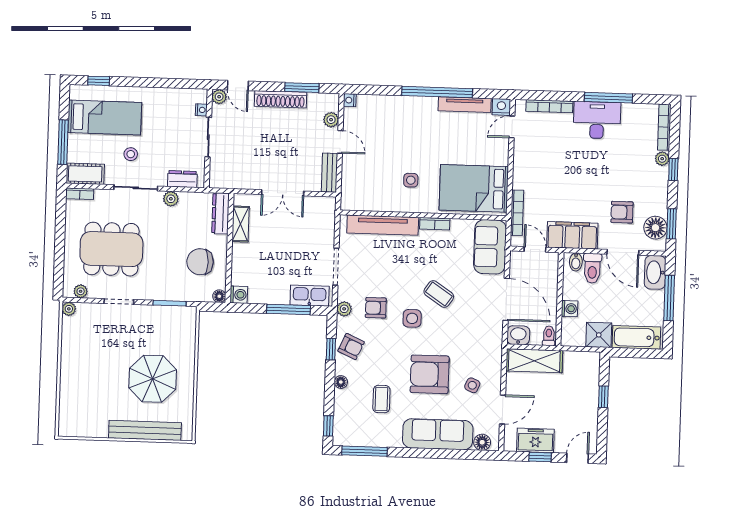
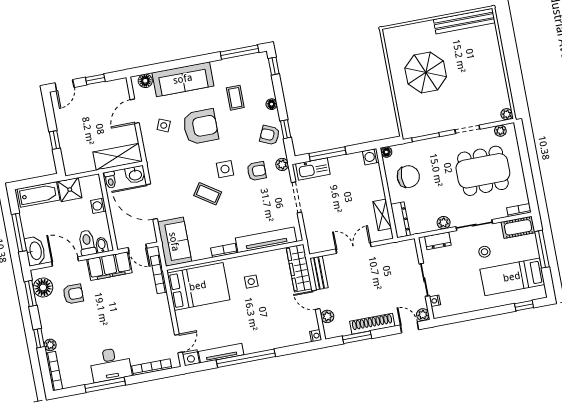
wardrobe: (351, 183) -> (299, 268), added
bench: (145, 430) -> (464, 21), moved
freezer: (535, 440) -> (102, 92), removed

